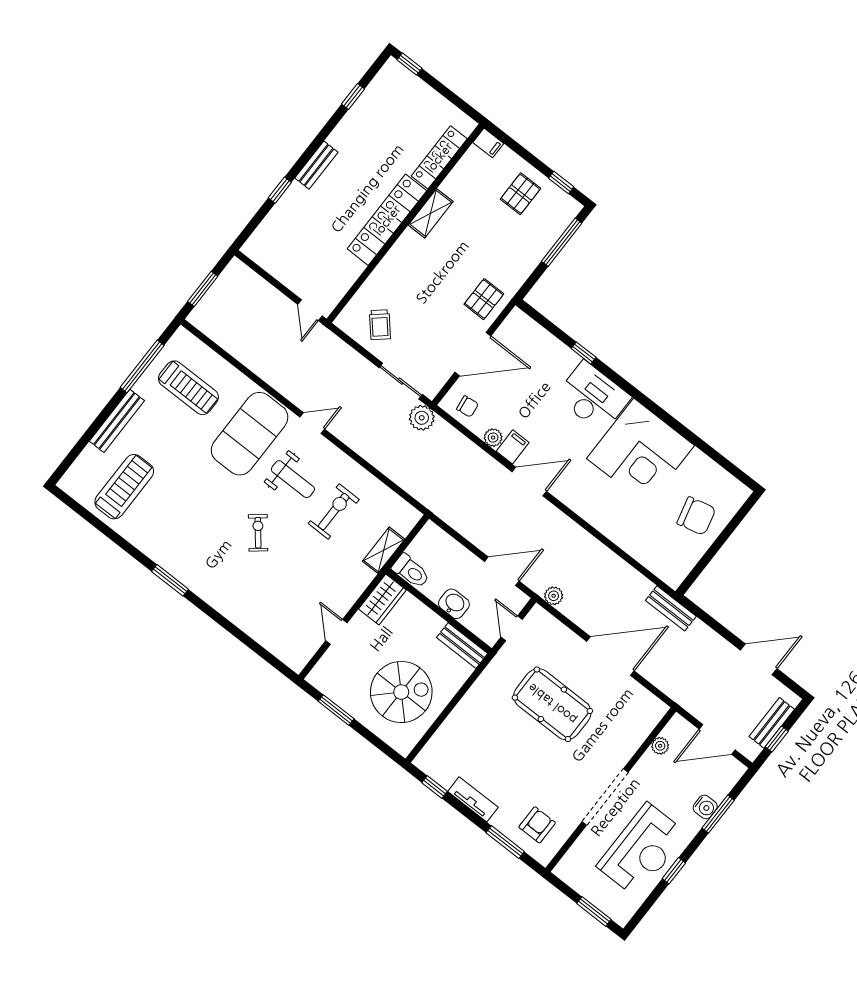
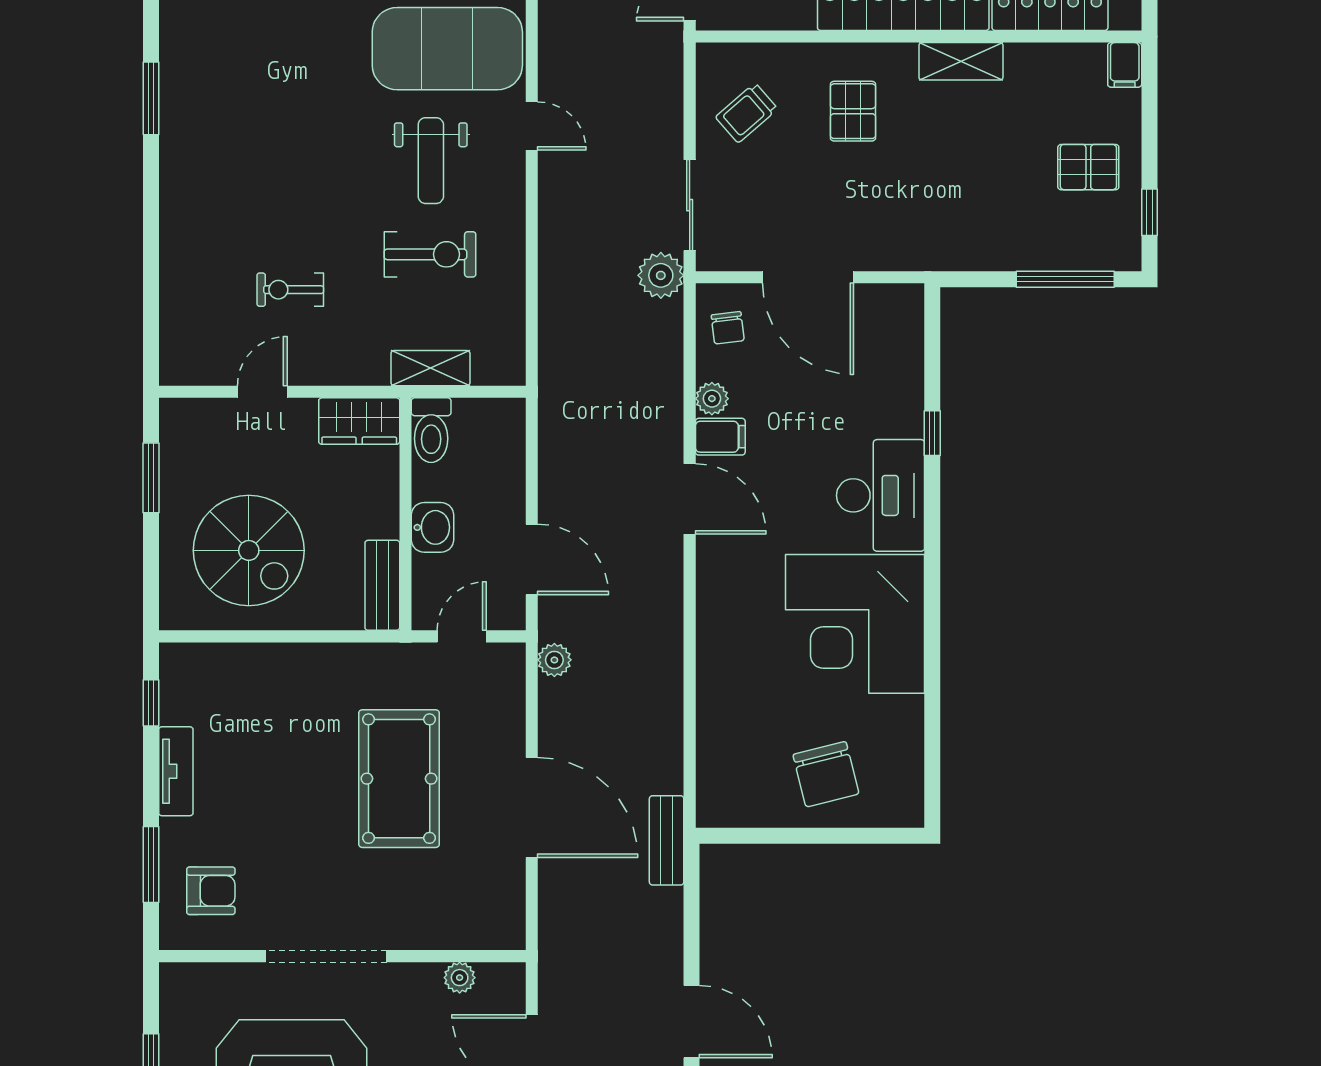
pallet: (484, 299) -> (853, 111), moved, turned 90
exercise bike: (258, 533) -> (290, 290), moved, turned -141

